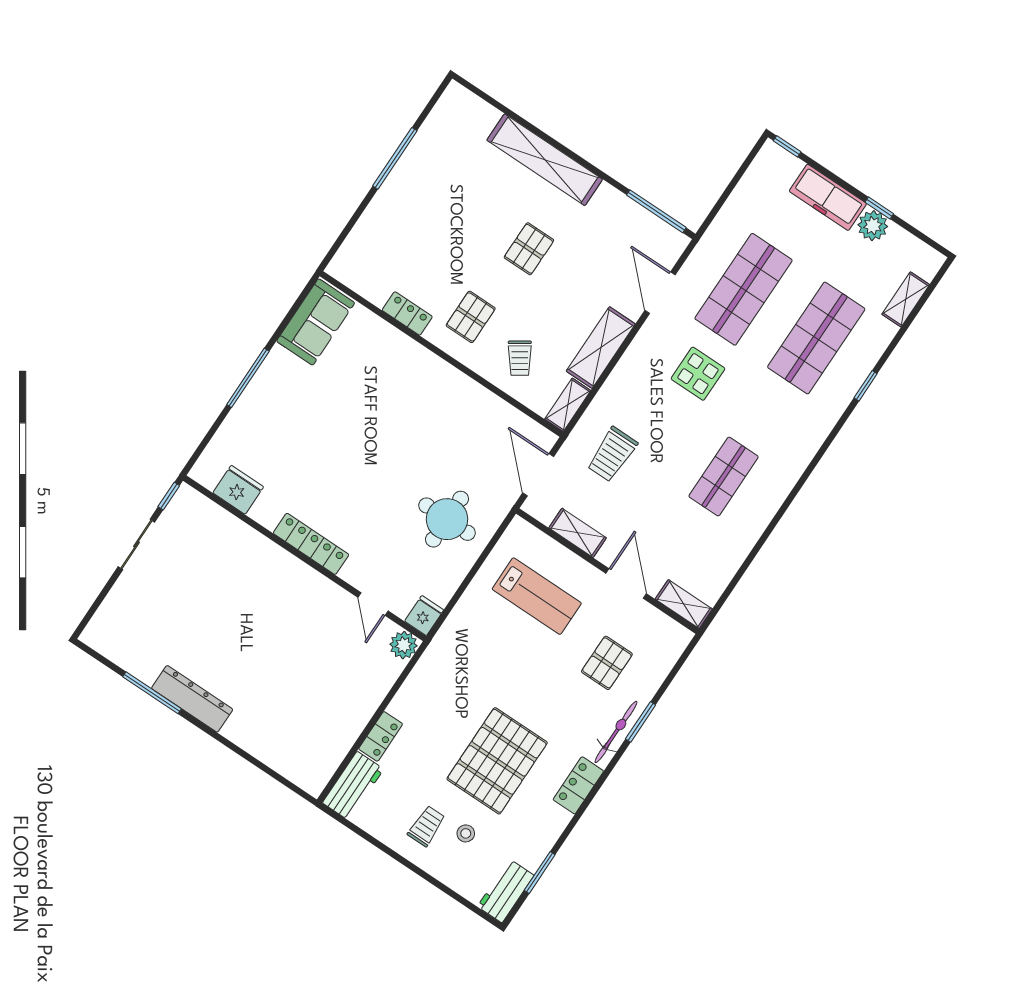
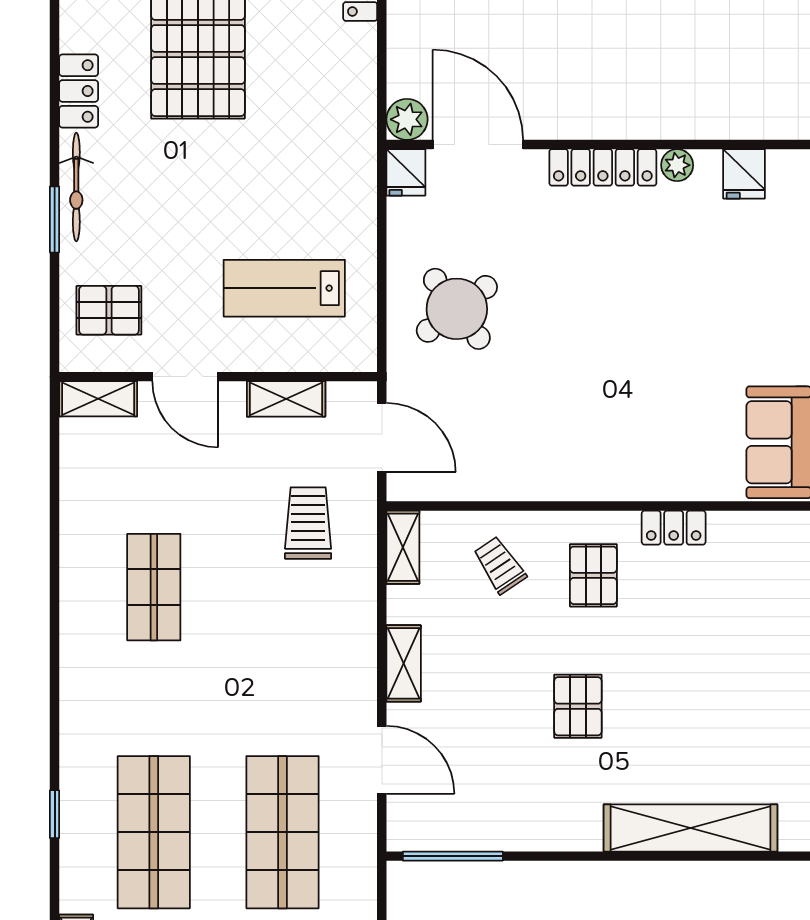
shelving: (545, 160) -> (691, 828), moved
shelving: (601, 348) -> (404, 663), width x0.67, depth x0.75
display table: (698, 374) -> (269, 692), removed
fridge: (238, 490) -> (744, 174), width x0.72
plant: (268, 517) -> (677, 165), added
round table: (447, 519) -> (457, 309), turned -37
door: (373, 604) -> (478, 145), width x1.88
pallet: (607, 663) -> (109, 310), moved, turned 90

